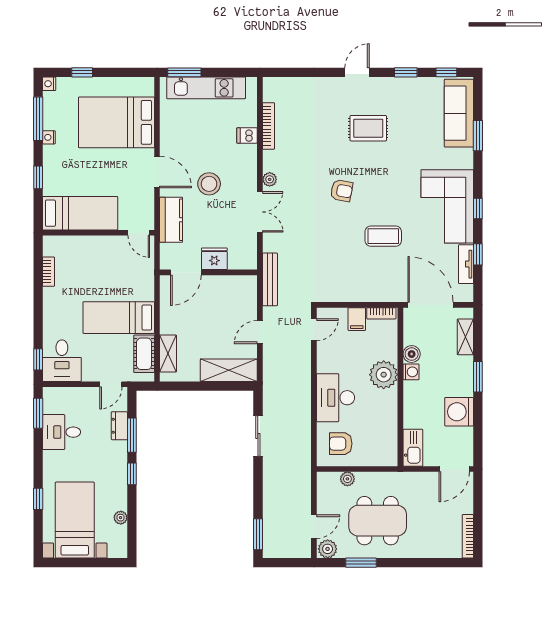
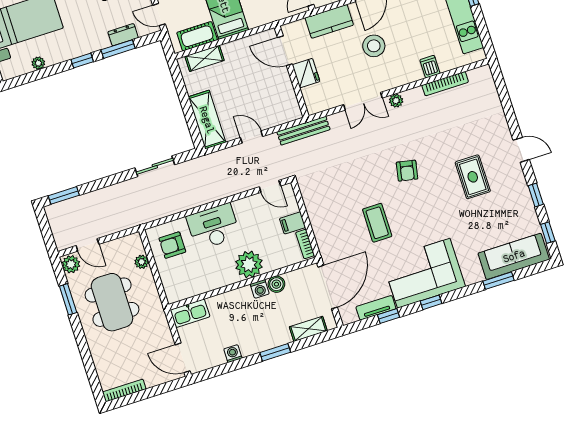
washing machine: (459, 412) -> (233, 354), width x0.53, depth x0.53
armchair: (341, 444) -> (172, 245), turned -90

